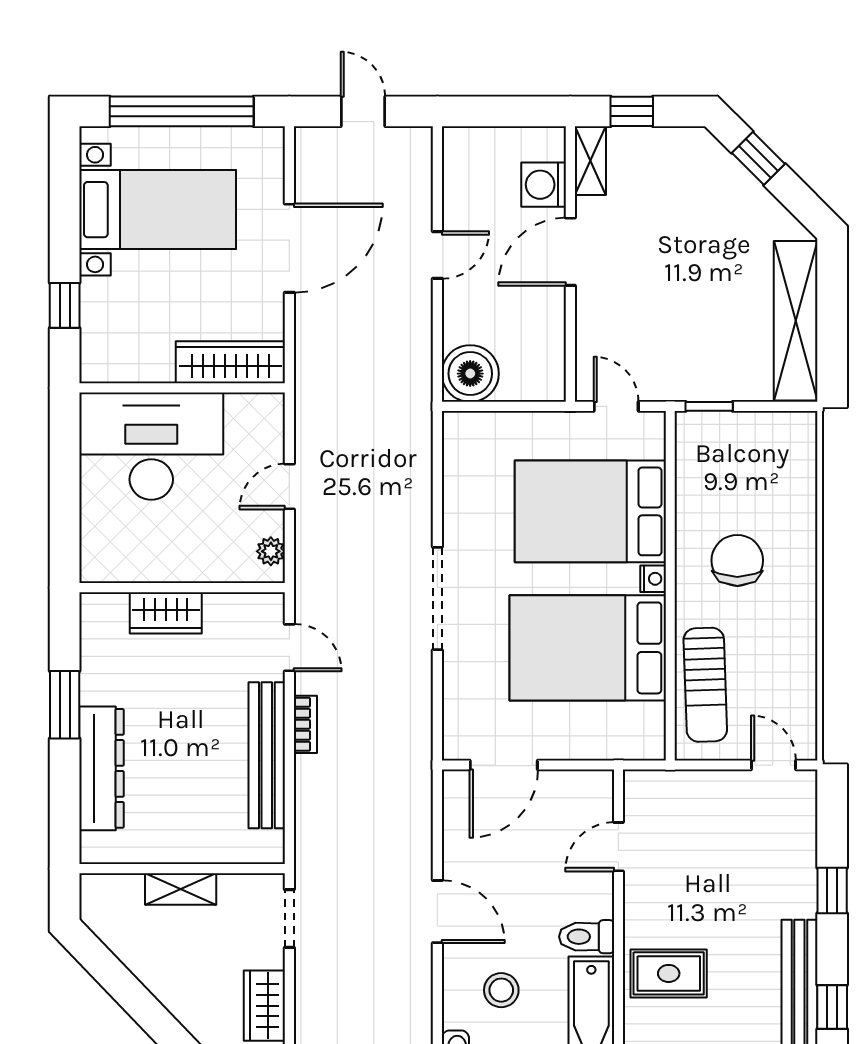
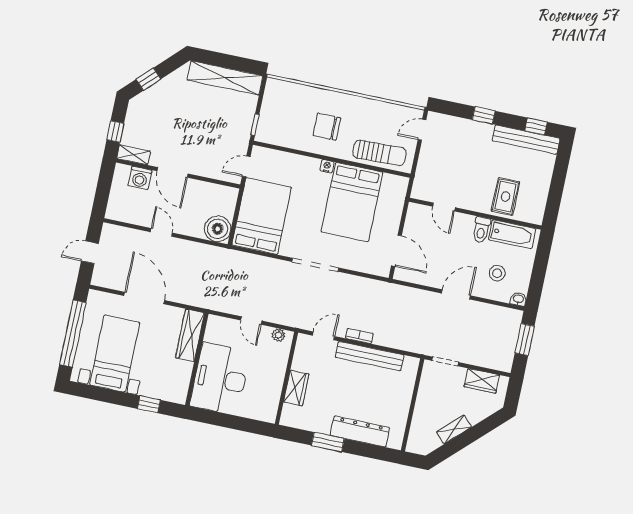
bed: (590, 511) -> (262, 216), moved, turned 180
shelving: (181, 889) -> (454, 429), moved, turned 46

